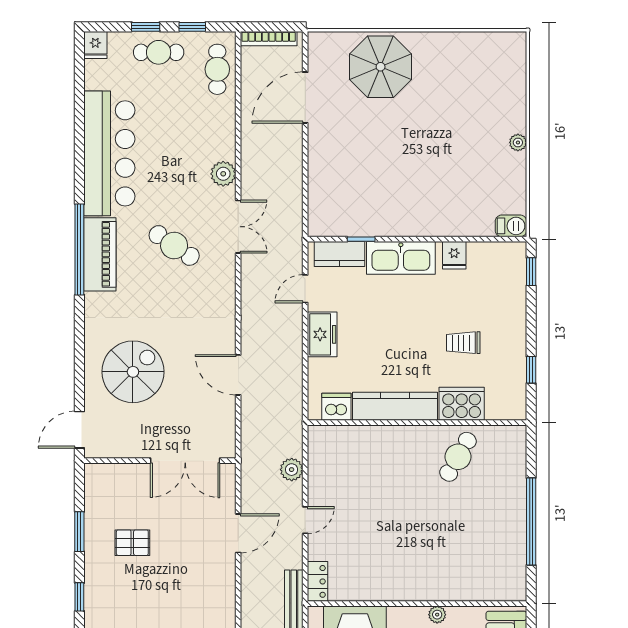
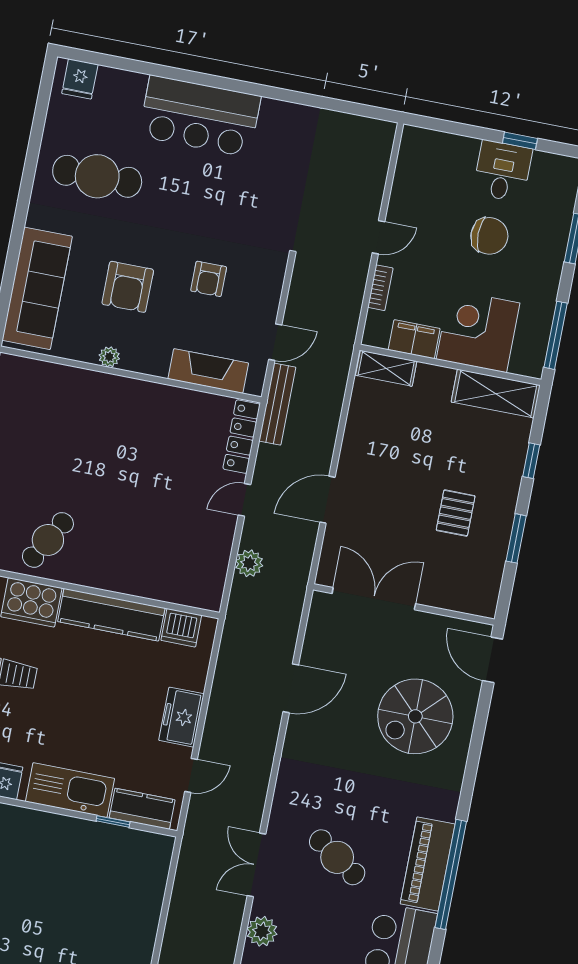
door: (238, 375) -> (291, 688), hinge flipped
door: (79, 430) -> (492, 660), swing flipped
pallet: (132, 543) -> (456, 513), turned 90
locker: (318, 581) -> (242, 437), width x1.53

